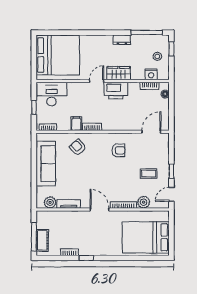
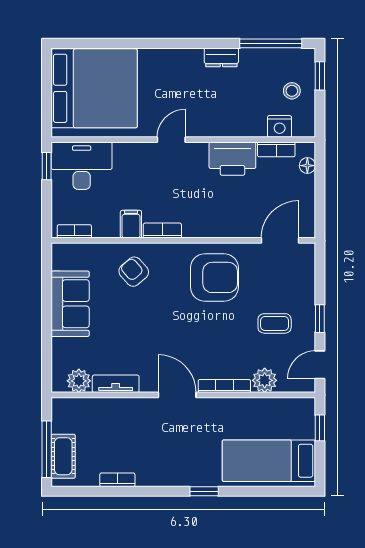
wardrobe: (119, 73) -> (215, 124), removed
printer: (116, 91) -> (232, 159), moved
window: (34, 107) -> (47, 166), moved
armchair: (118, 150) -> (214, 277), width x1.88, depth x1.88
sofa: (46, 164) -> (70, 304), width x0.73
window: (171, 226) -> (320, 428), added
bed: (146, 237) -> (269, 461), width x0.67
window: (86, 258) -> (204, 491), moved

